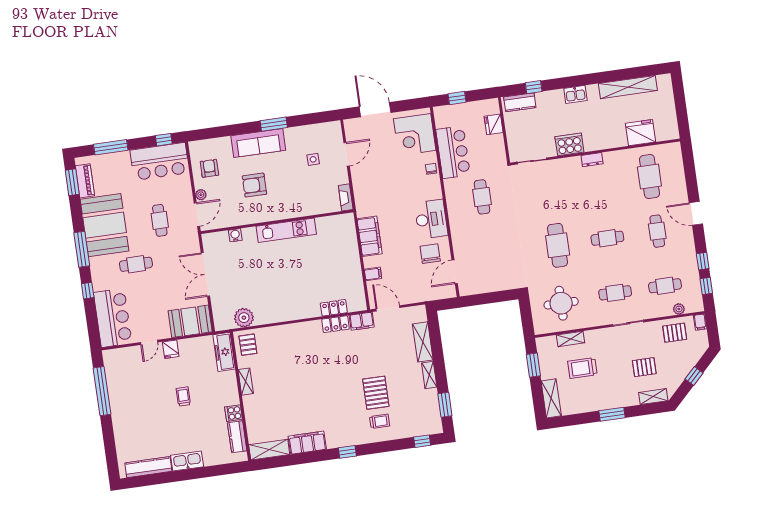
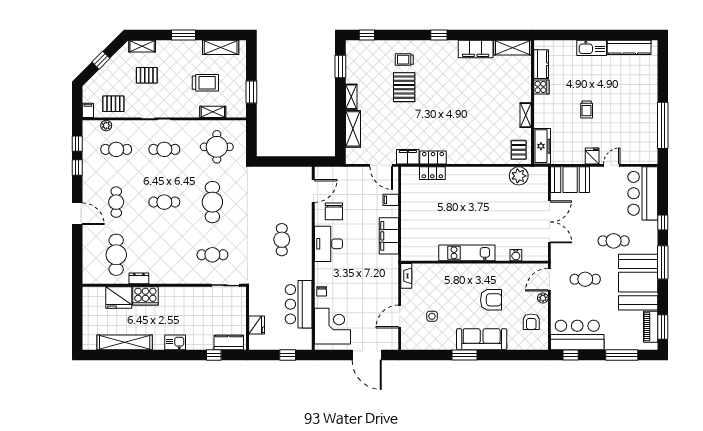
cooker: (569, 144) -> (145, 296), moved
dresser: (592, 160) -> (139, 278), moved
cafe table: (550, 191) -> (212, 255), added
cafe table: (482, 197) -> (282, 240), moved
cafe table: (160, 220) -> (585, 279), turned 90
shelving: (551, 398) -> (221, 47), moved, turned 90

